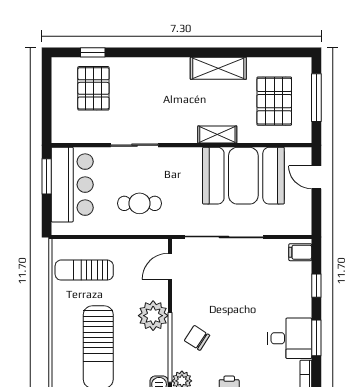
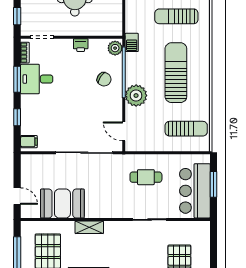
window: (47, 176) -> (213, 184), moved
booth: (243, 176) -> (62, 204), width x0.73, depth x0.70
door: (170, 266) -> (124, 131), swing flipped

